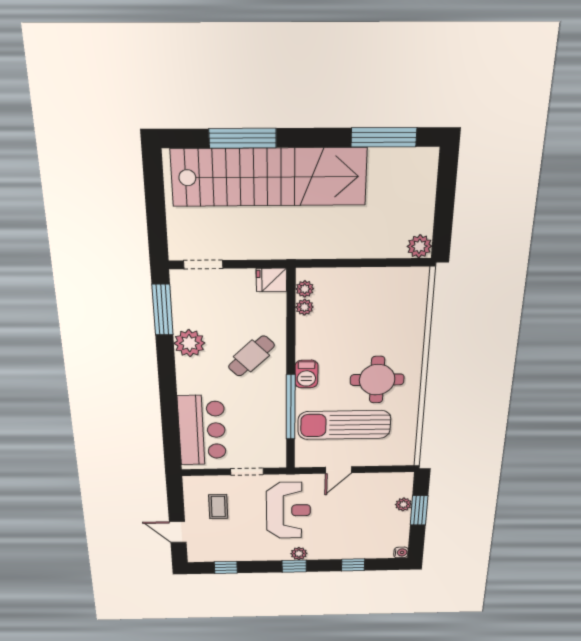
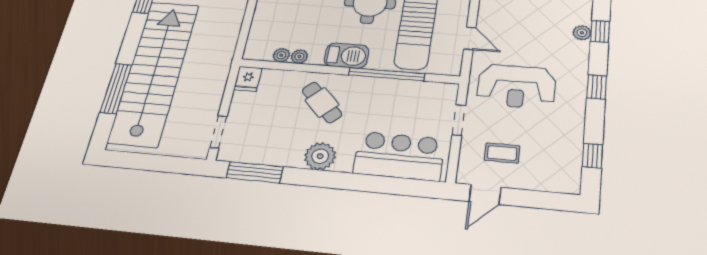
plant: (305, 289) -> (299, 57), moved
plant: (189, 343) -> (320, 156), moved
barbecue: (306, 374) -> (347, 56), width x1.38, depth x1.27
reception desk: (288, 510) -> (516, 86), turned 180
door: (178, 532) -> (485, 194), moved
plant: (299, 554) -> (582, 33), moved

